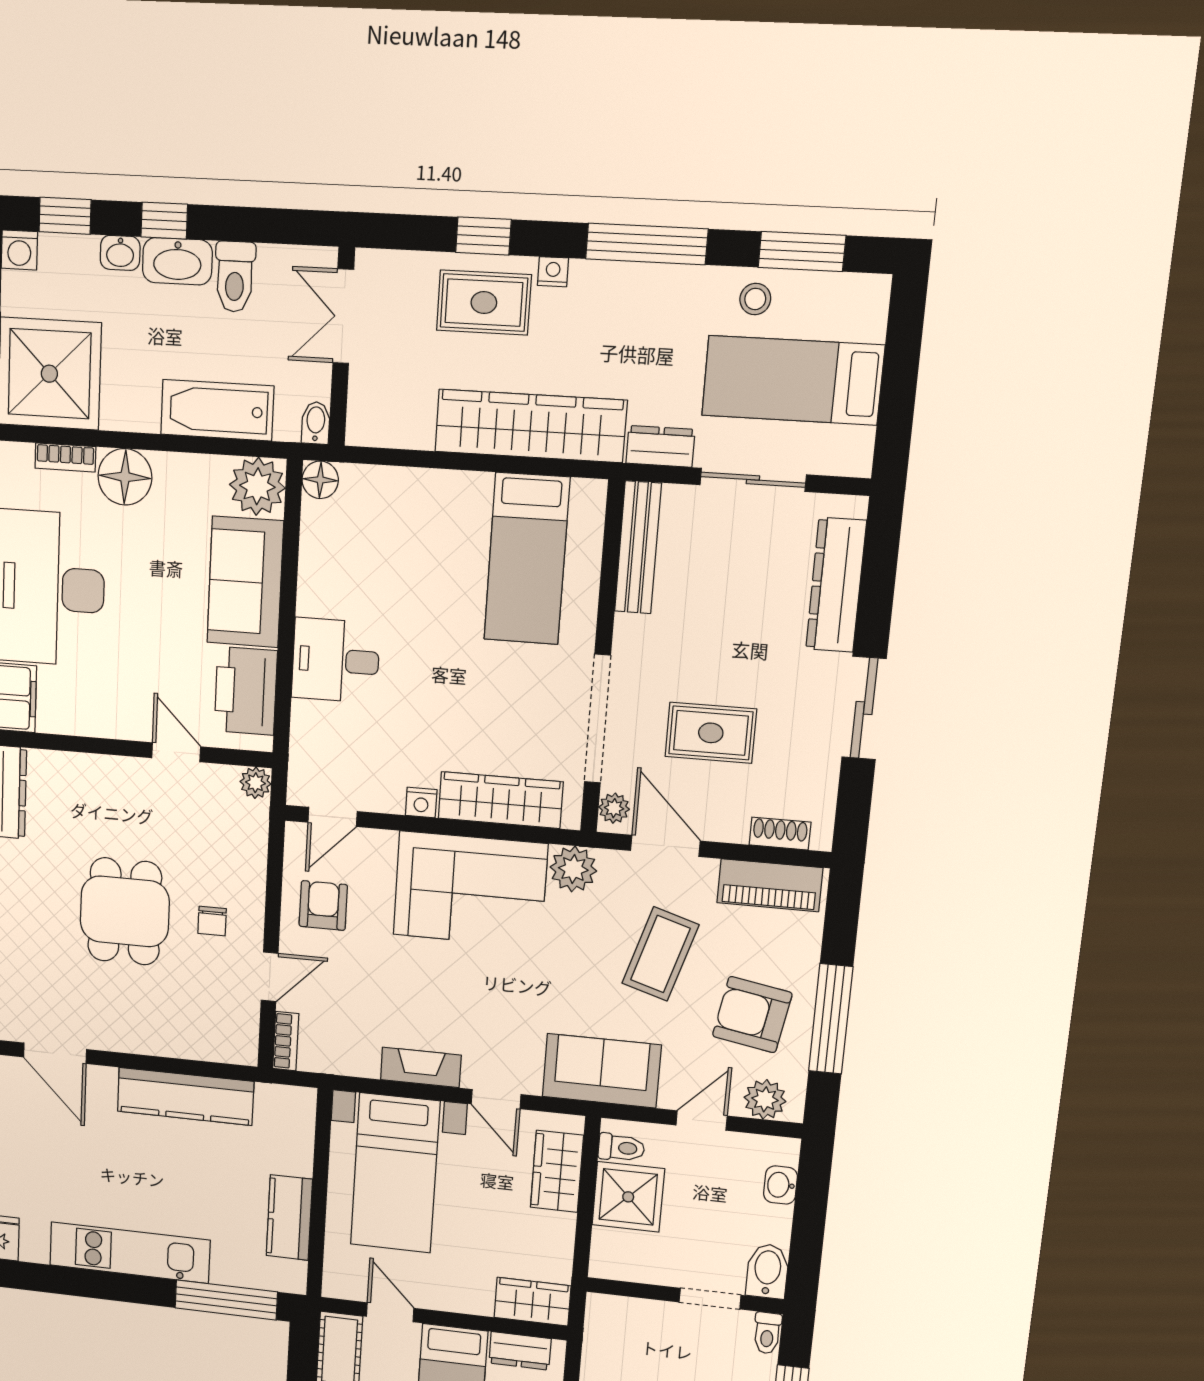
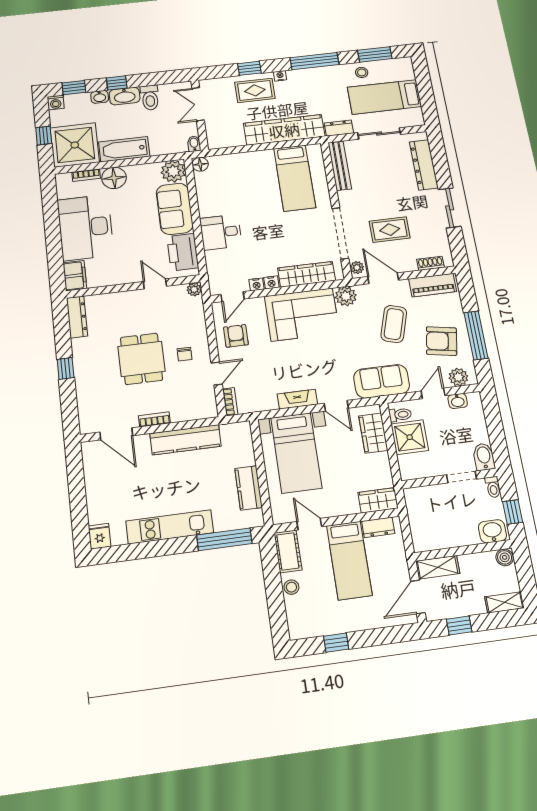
bathtub: (217, 410) -> (124, 149), moved
nightstand: (388, 800) -> (256, 284), added
bookcase: (132, 1042) -> (154, 419), added
washbasin: (780, 1185) -> (458, 401), moved, turned -90

